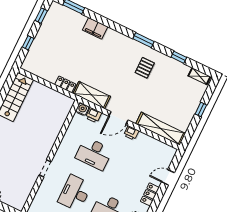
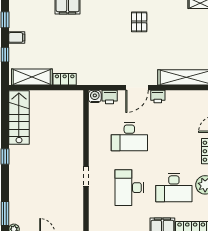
filing cabinet: (44, 34) -> (17, 37), added
shelving: (92, 95) -> (32, 77), moved

